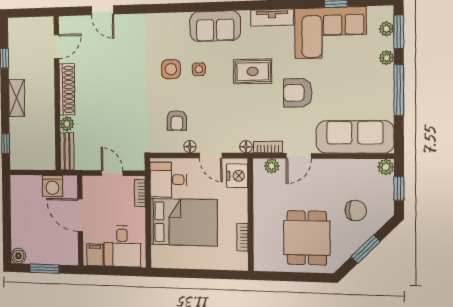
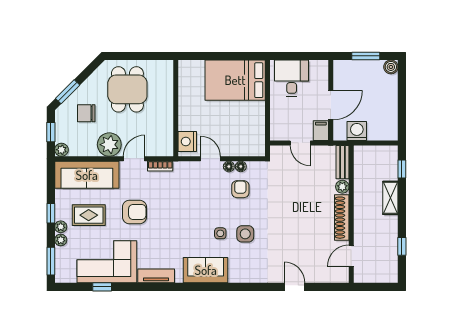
door: (102, 10) -> (294, 287), moved
plant: (386, 29) -> (61, 227), moved
rug: (253, 71) -> (89, 215), moved
window: (399, 90) -> (51, 213), width x0.46
shelving: (17, 98) -> (390, 198), moved
floor lamp: (246, 147) -> (241, 166), moved
plant: (272, 166) -> (109, 145), moved, width x1.87, depth x1.87
desk: (168, 180) -> (248, 138), removed
bookcase: (140, 193) -> (275, 126), removed
door: (80, 215) -> (331, 105), hinge flipped
bed: (184, 222) -> (235, 80), moved
bookcase: (242, 237) -> (183, 89), removed
window: (366, 249) -> (68, 92), moved
filing cabinet: (95, 255) -> (321, 131), moved, turned 180

